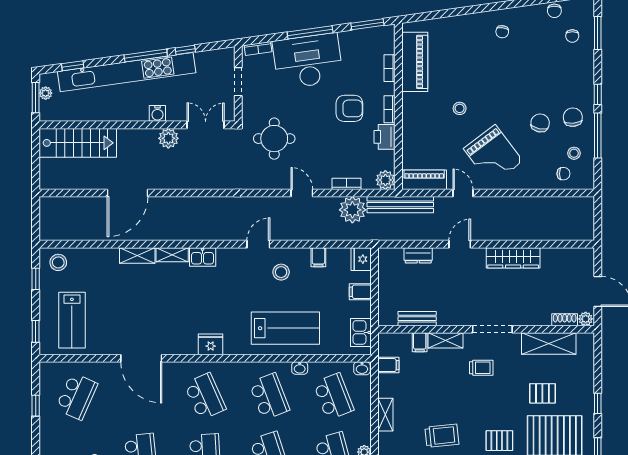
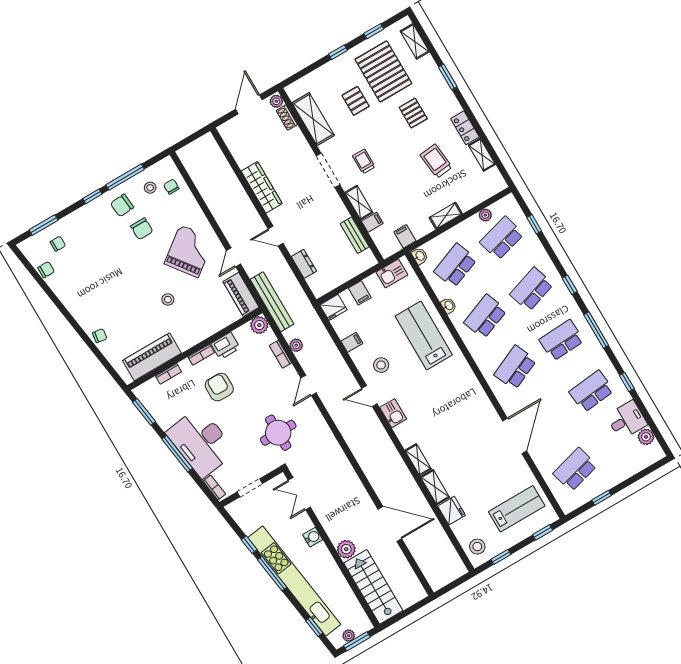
chair: (502, 32) -> (100, 336), moved
chair: (540, 123) -> (142, 229), turned -103
plant: (168, 138) -> (346, 549), moved
plant: (352, 210) -> (296, 345), width x0.53, depth x0.53
kitchen sink: (203, 257) -> (393, 413), moved
fridge: (211, 344) -> (452, 511), moved, turned 180
school desk: (77, 396) -> (575, 470), turned -39

